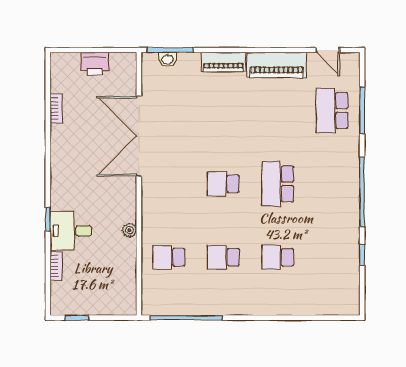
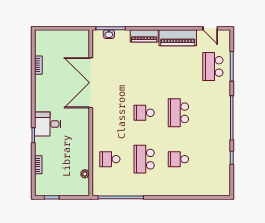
printer: (95, 64) -> (63, 37), removed
plant: (129, 230) -> (85, 174), moved
desk: (71, 231) -> (48, 124), moved
school desk: (223, 257) -> (144, 159), width x1.85

